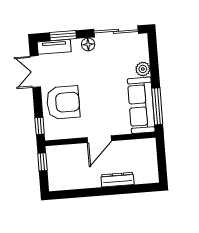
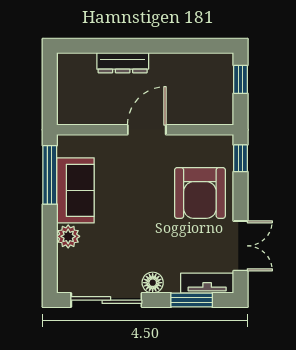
armchair: (63, 102) -> (200, 193), turned -90
sofa: (141, 105) -> (75, 190), width x0.73
window: (42, 162) -> (240, 79), moved

